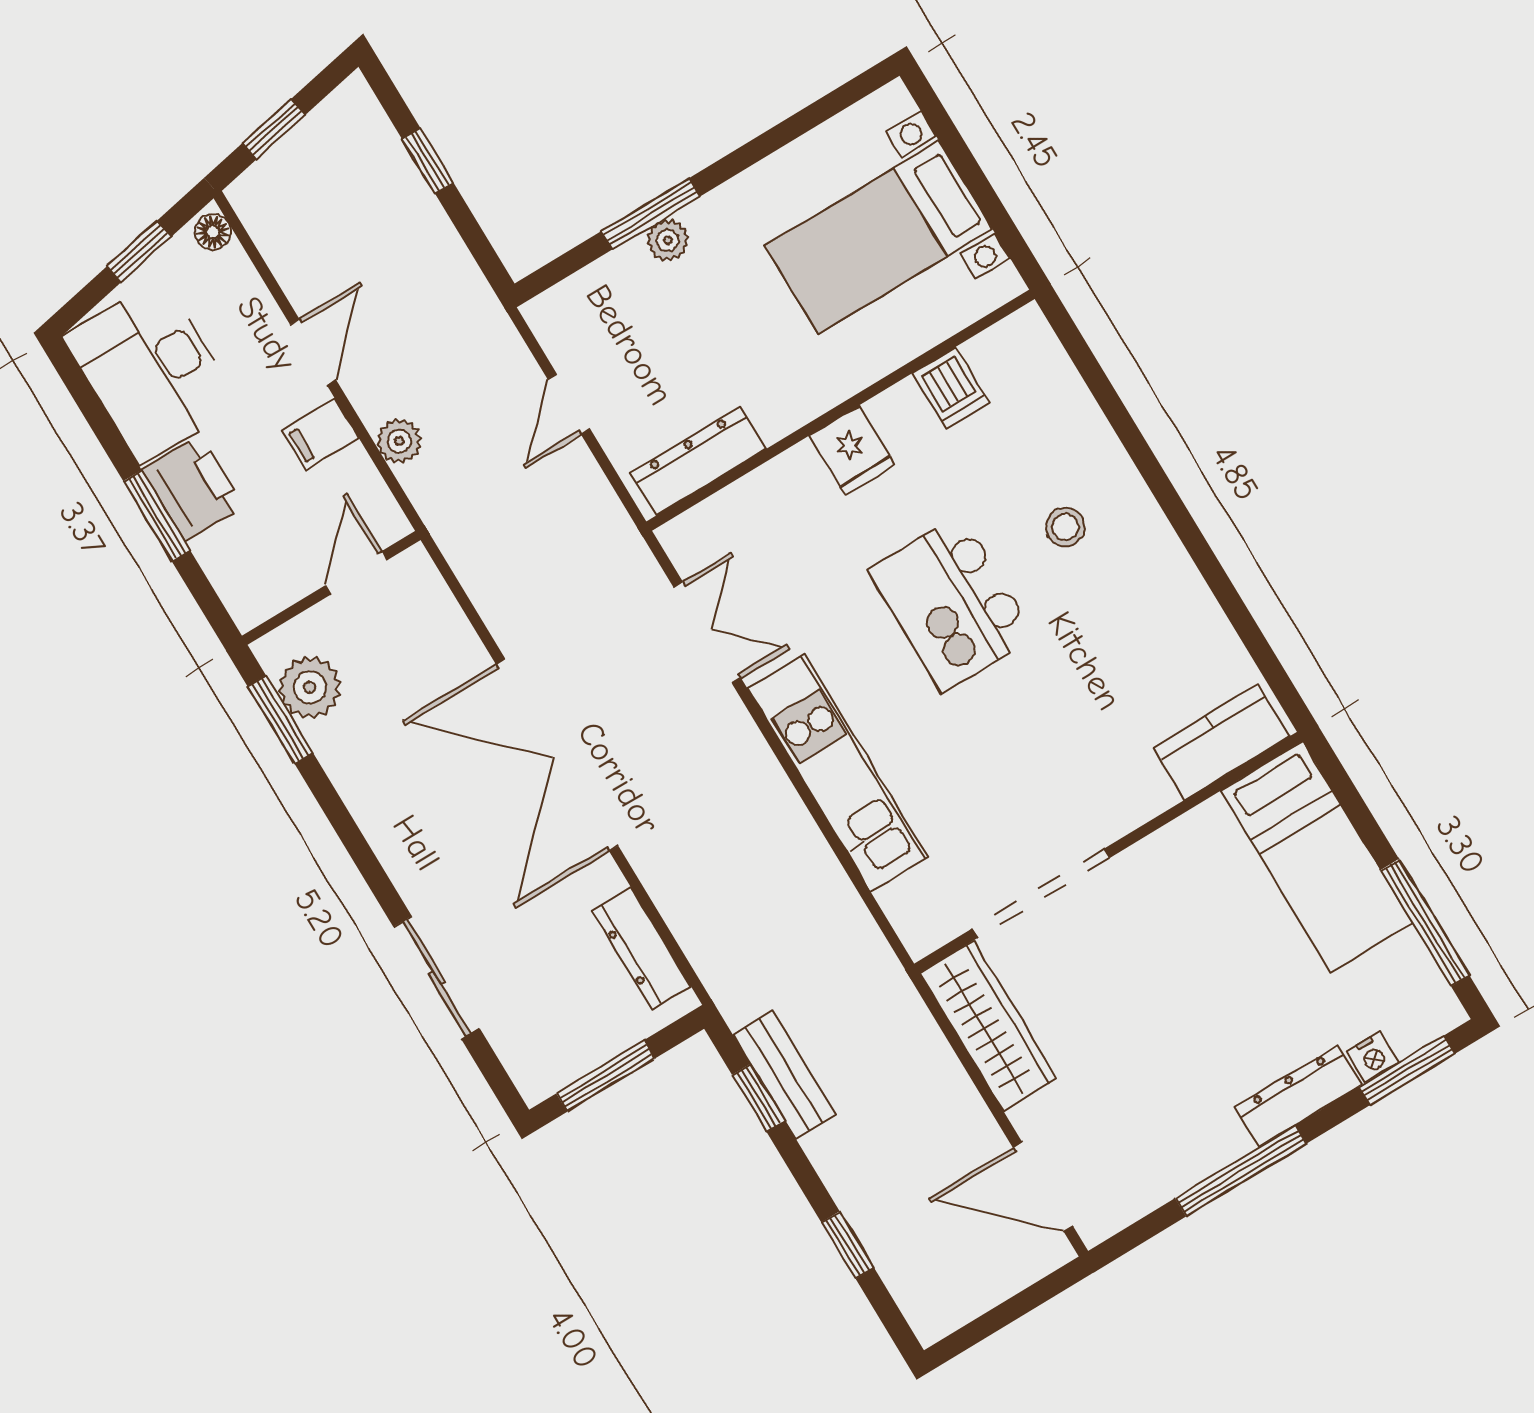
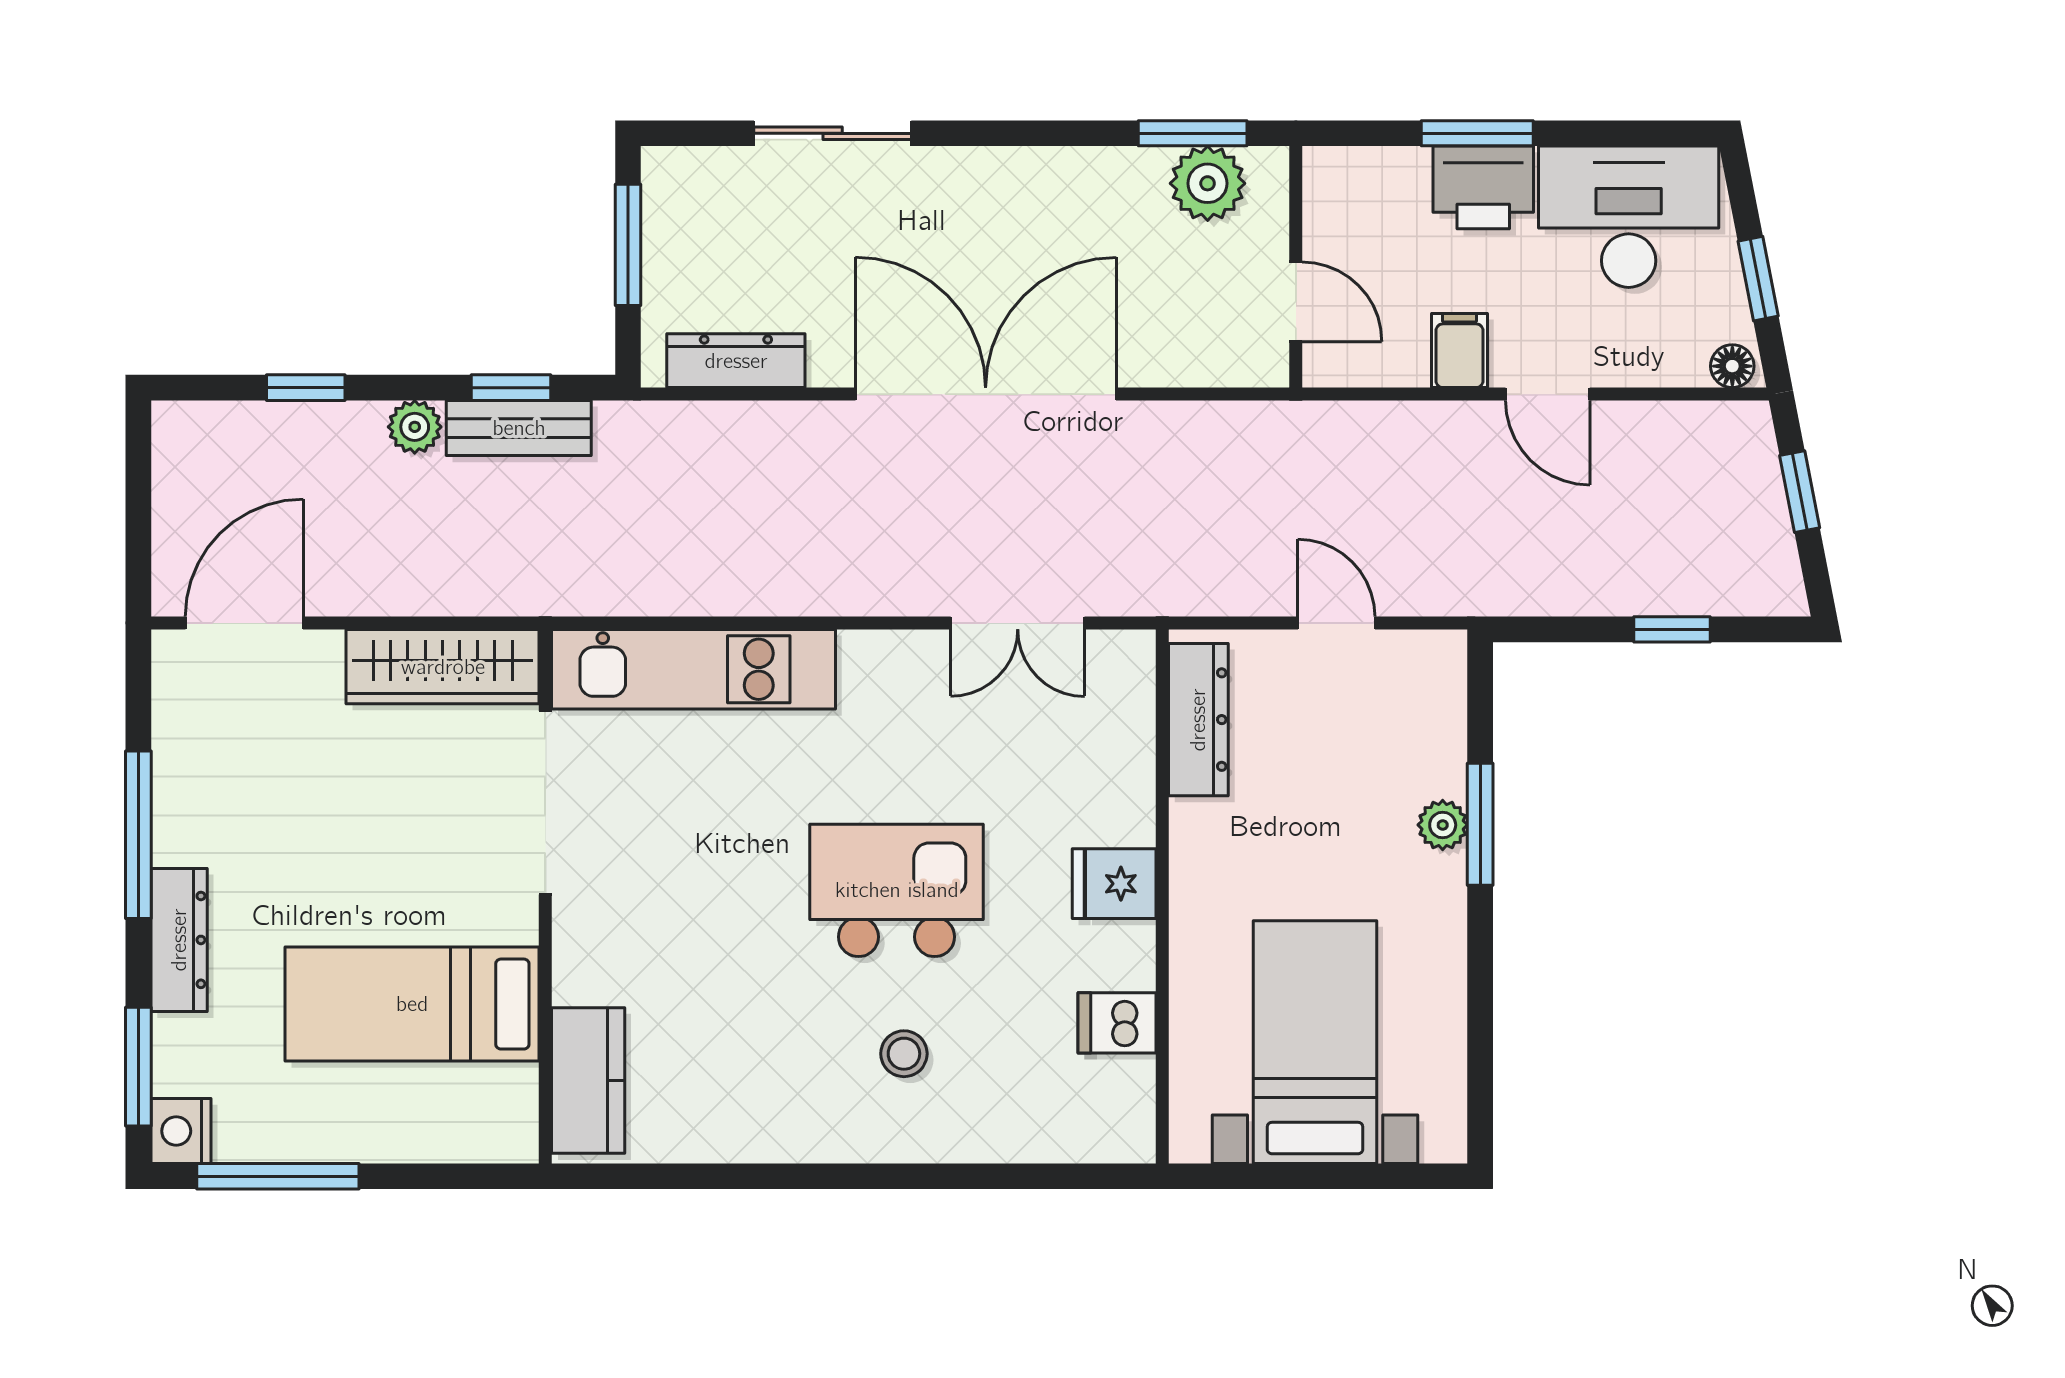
plant: (399, 441) -> (415, 427), moved
kitchen unit: (838, 773) -> (693, 669), moved
bed: (1317, 857) -> (412, 1004), moved
nightstand: (1373, 1057) -> (181, 1131), moved, width x1.39, depth x1.35

